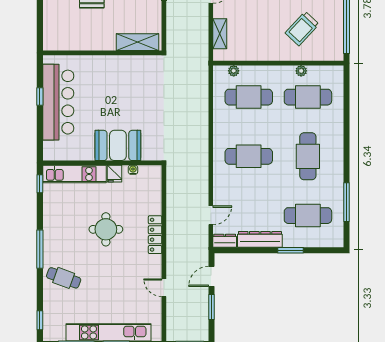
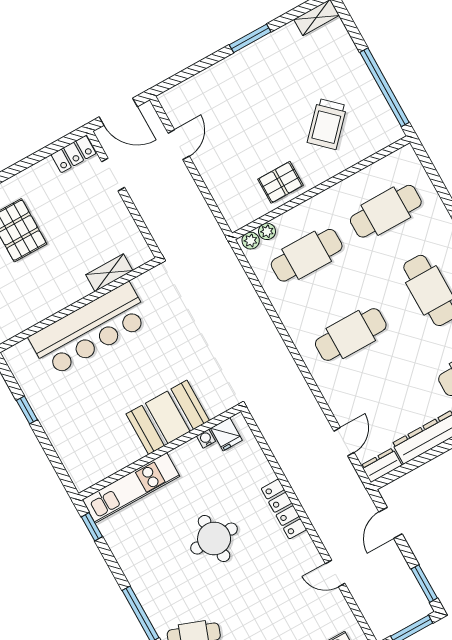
shelving: (220, 34) -> (221, 192), removed
shelving: (137, 42) -> (109, 273), width x0.67, depth x0.75
pallet: (257, 47) -> (280, 182), added
plant: (301, 71) -> (251, 241), moved
bar counter: (58, 102) -> (90, 329), moved, turned 90
fridge: (114, 174) -> (226, 434), moved
window: (212, 307) -> (424, 584), moved

